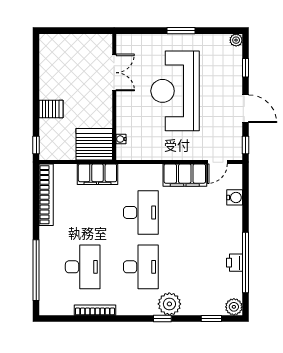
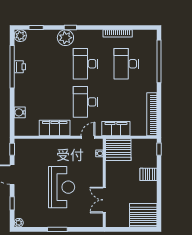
server rack: (58, 51) -> (143, 215), added
reception desk: (175, 91) -> (62, 187), width x0.74, depth x0.77
door: (217, 162) -> (88, 137), moved

